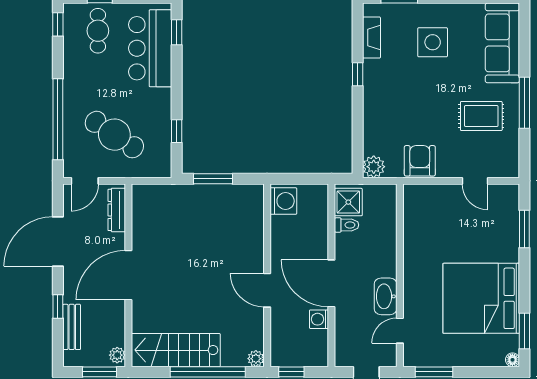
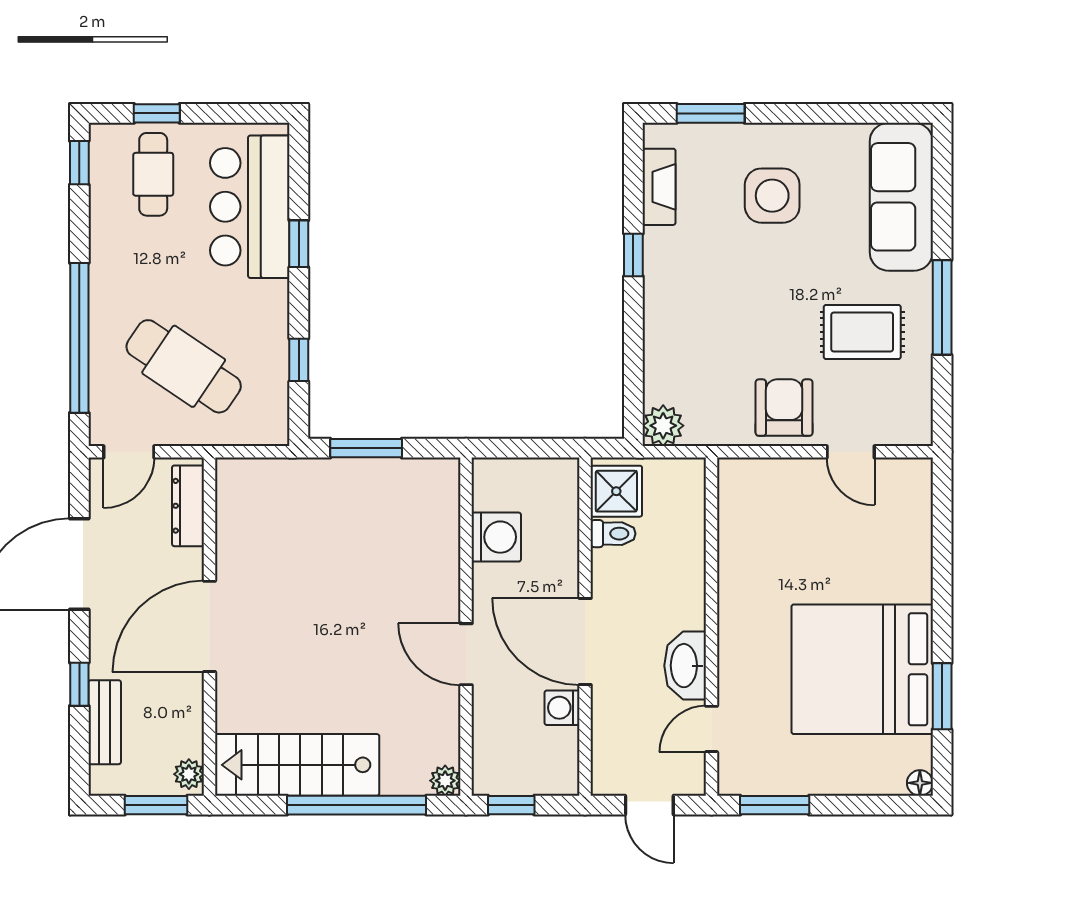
window: (177, 32) -> (299, 244), moved
armchair: (420, 161) -> (784, 408), moved
washing machine: (283, 201) -> (496, 537), moved
window: (524, 229) -> (942, 541), removed
window: (524, 331) -> (942, 696), moved

